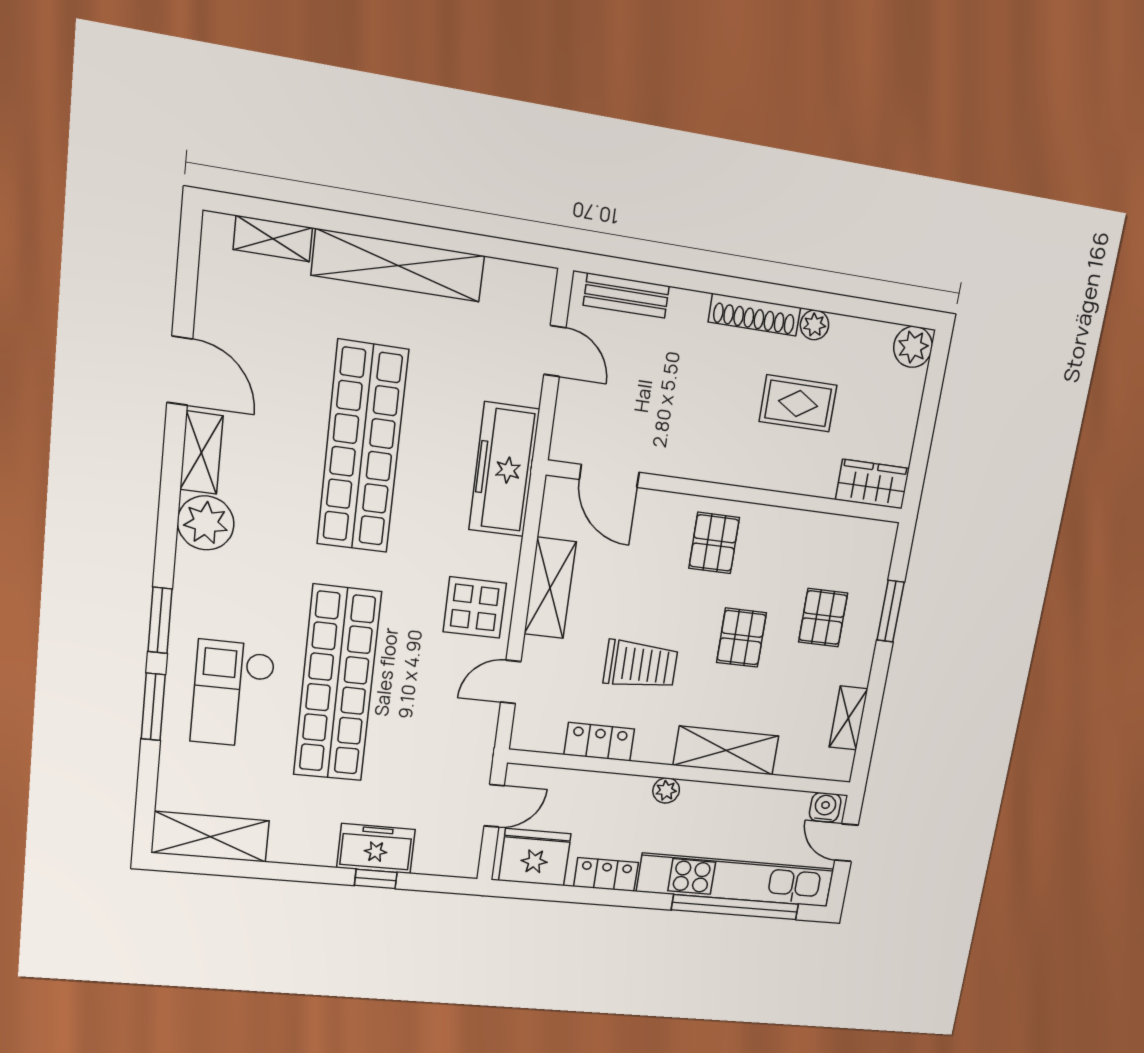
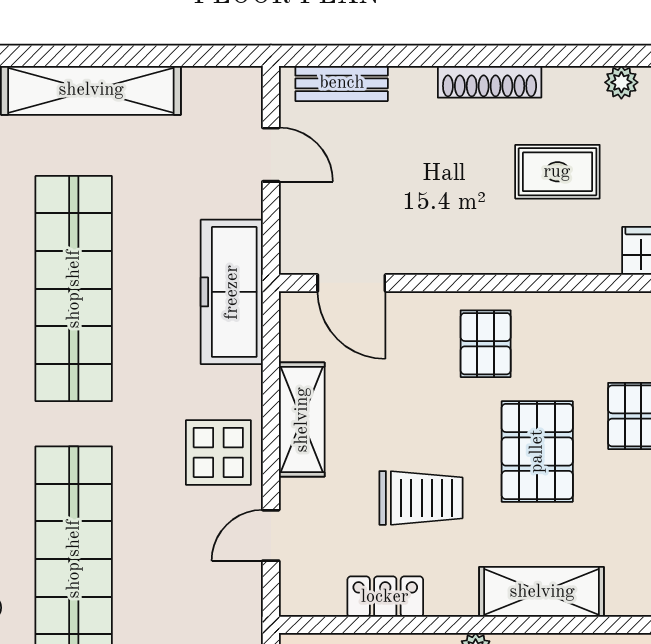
plant: (815, 325) -> (621, 82), moved
pallet: (742, 638) -> (537, 451), width x1.50, depth x1.42

